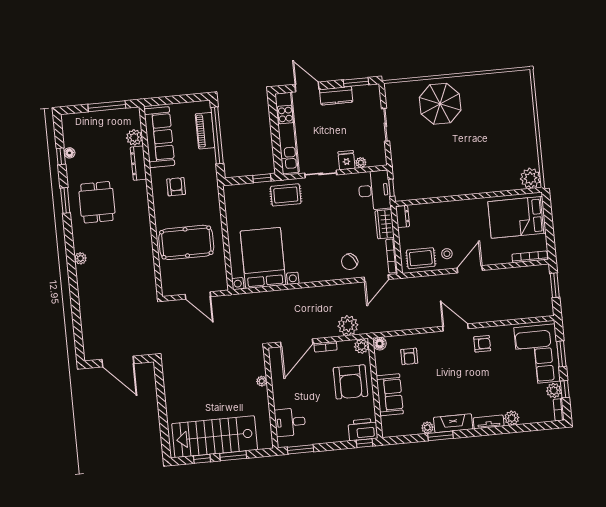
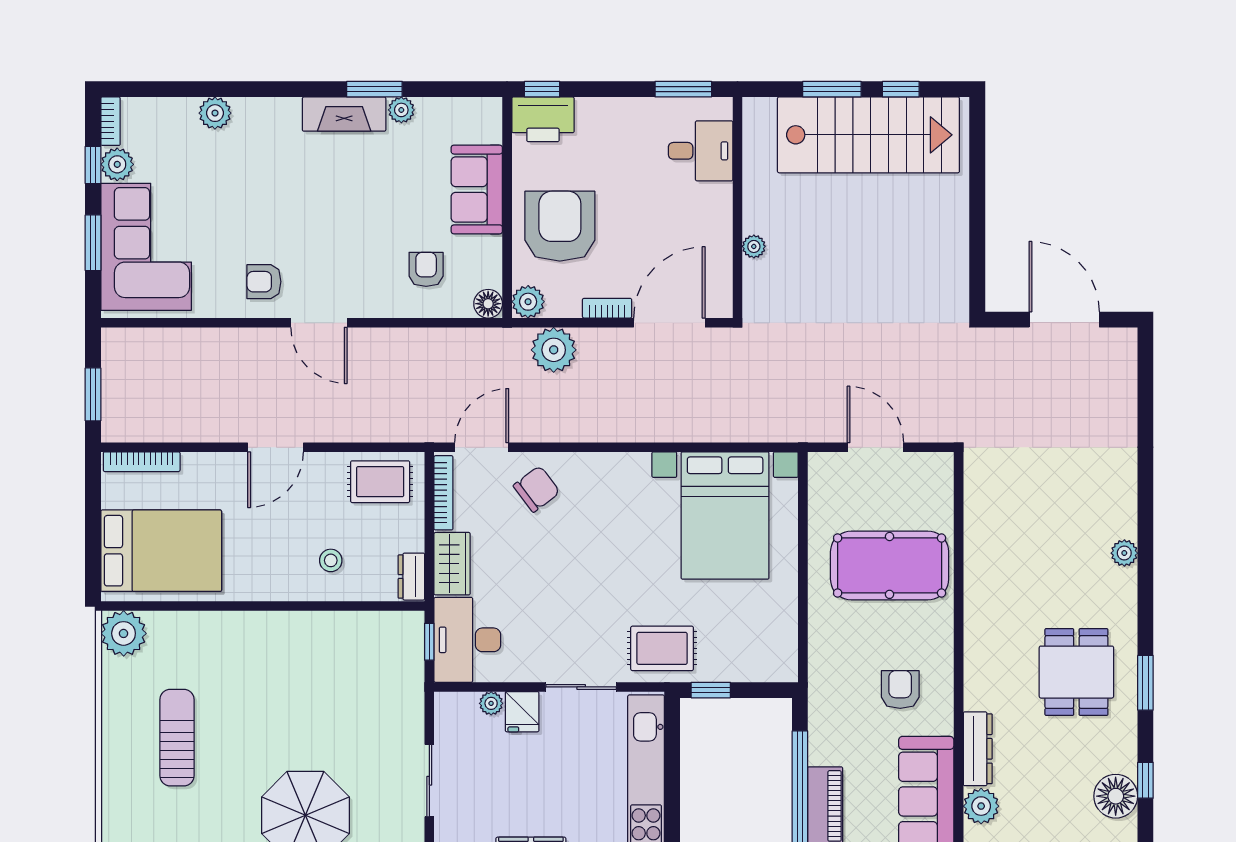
sun lounger: (502, 133) -> (177, 738), added
floor lamp: (69, 153) -> (1116, 796), width x1.89, depth x1.89
armchair: (176, 187) -> (900, 690), turned 180
stool: (447, 254) -> (331, 560), moved
tv unit: (489, 422) -> (266, 109), removed

